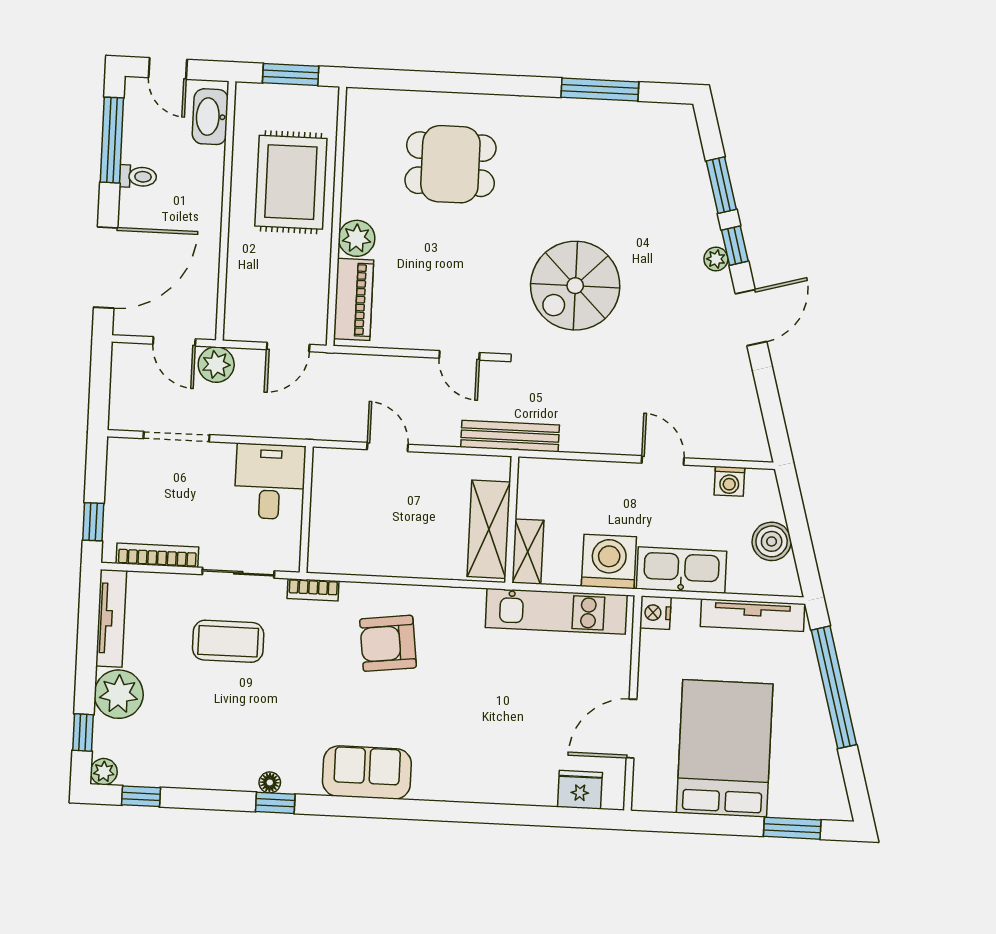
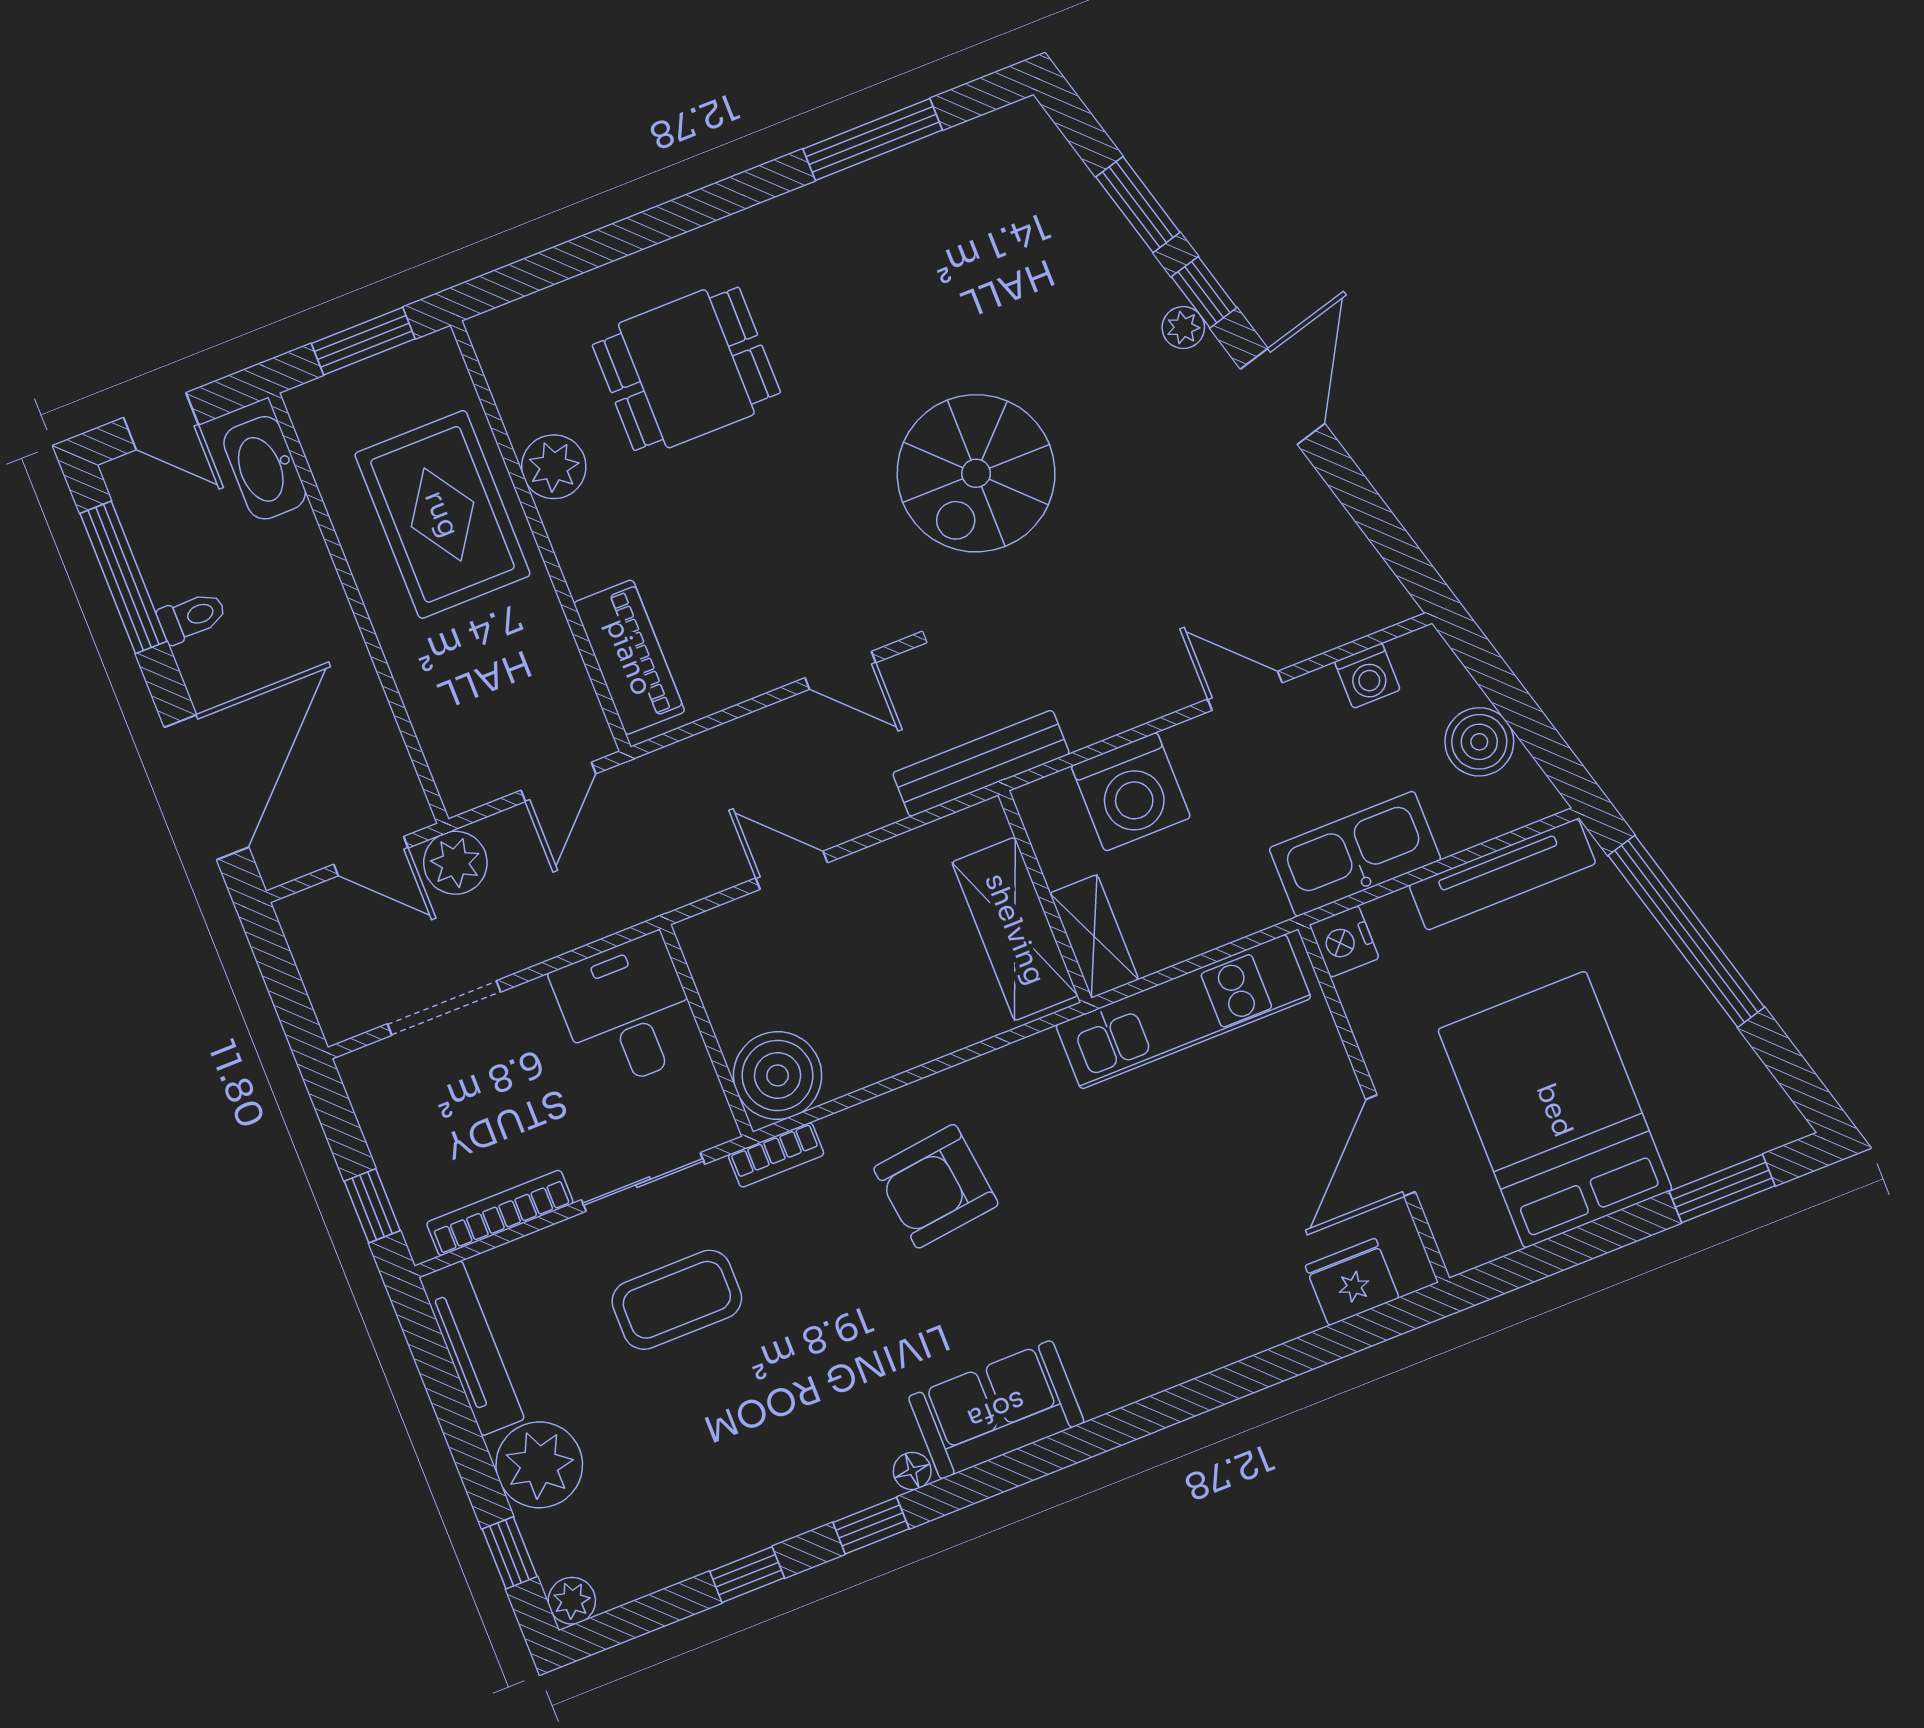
plant: (357, 238) -> (554, 467), moved
boiler: (332, 549) -> (778, 1075), added
washing machine: (609, 562) -> (1131, 792), moved, turned 180
floor lamp: (270, 782) -> (912, 1471), moved
window: (141, 796) -> (747, 1575), moved

